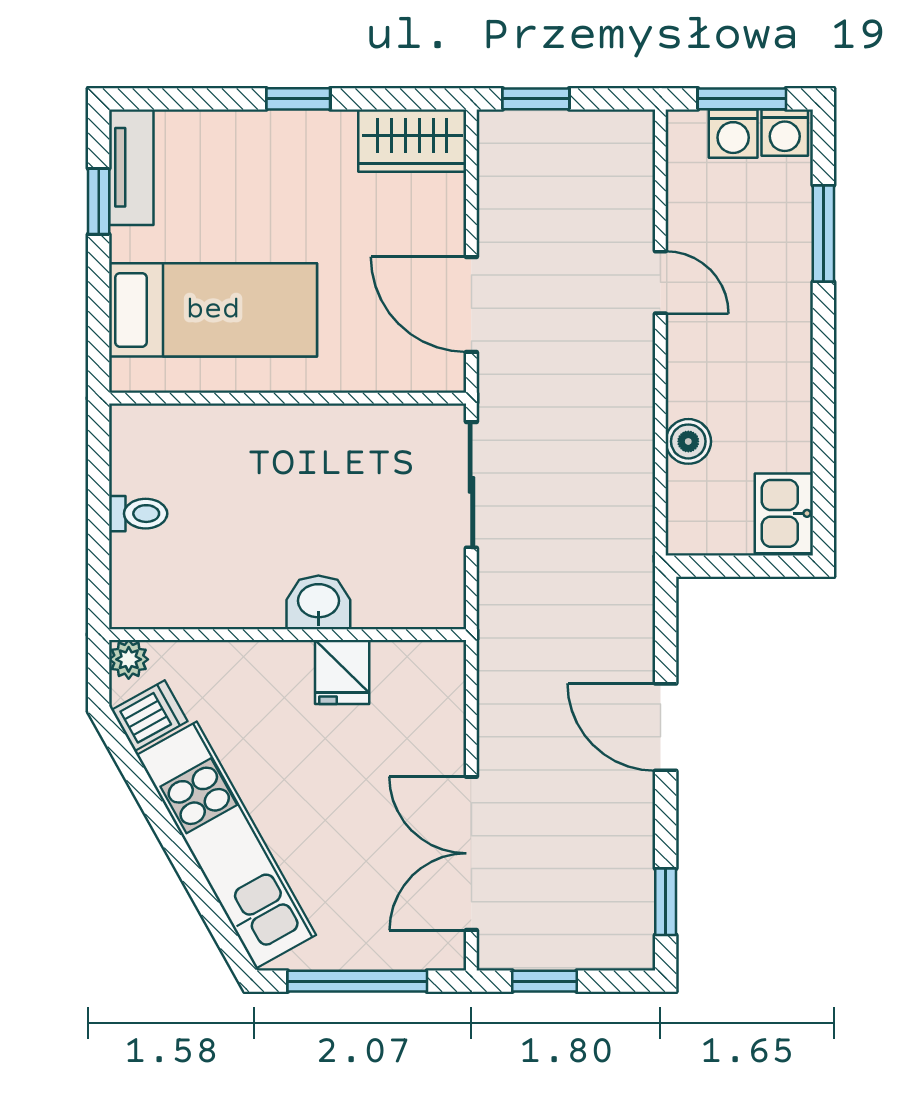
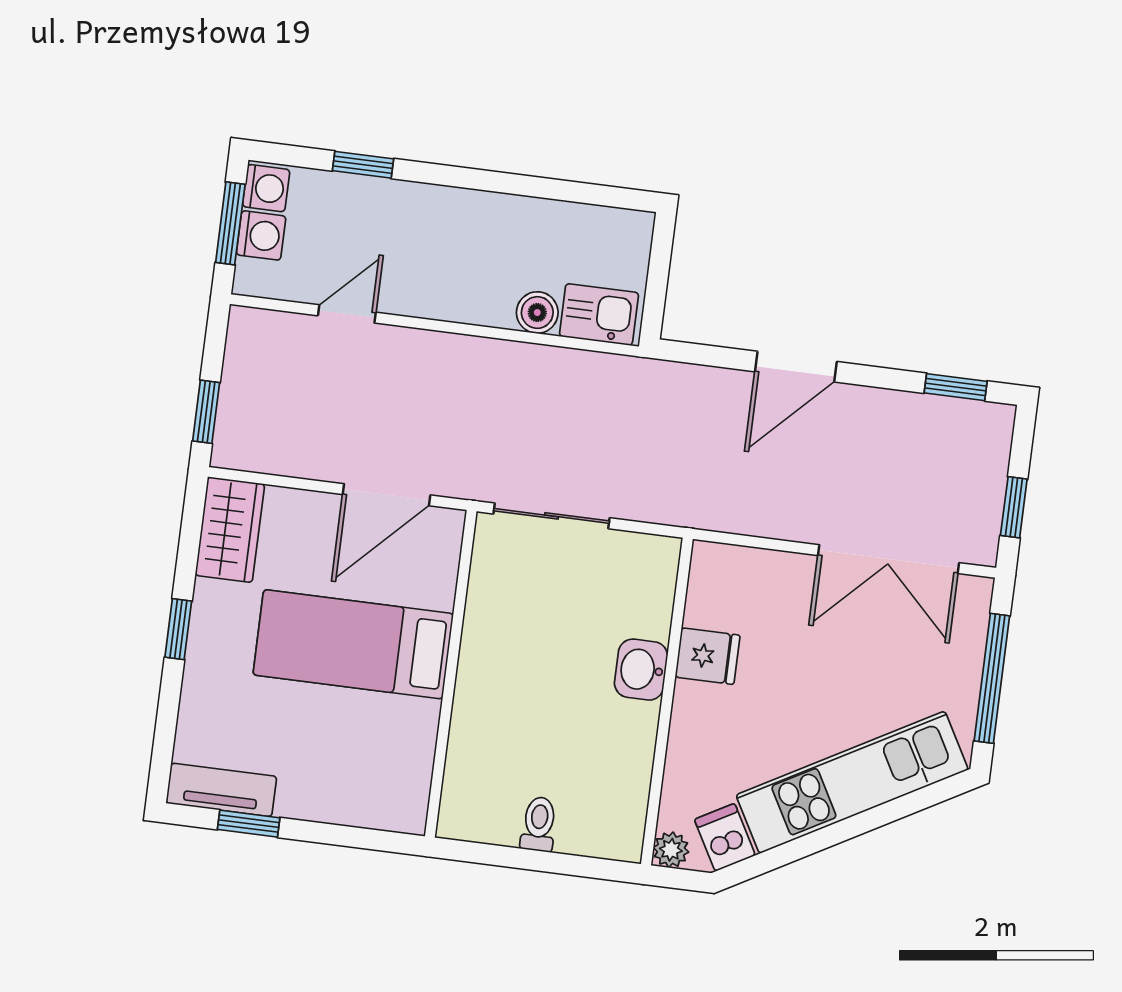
window: (823, 234) -> (363, 165), width x0.67
door: (660, 282) -> (347, 314), moved
bed: (213, 310) -> (353, 644), moved, turned -90
kitchen sink: (784, 513) -> (599, 314), moved, turned 180

